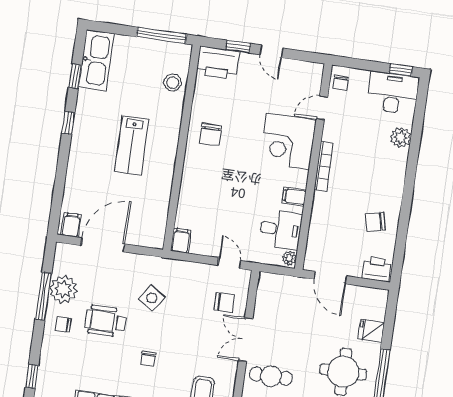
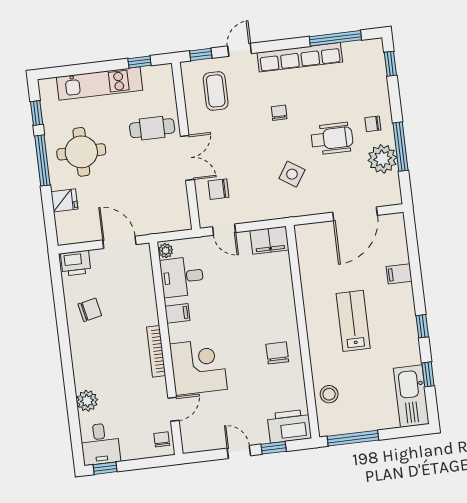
desk: (393, 93) -> (100, 444), width x0.73
filing cabinet: (71, 225) -> (399, 274), moved, turned 90
filing cabinet: (181, 240) -> (269, 240), width x2.00
chair: (63, 325) -> (373, 124), turned 180

